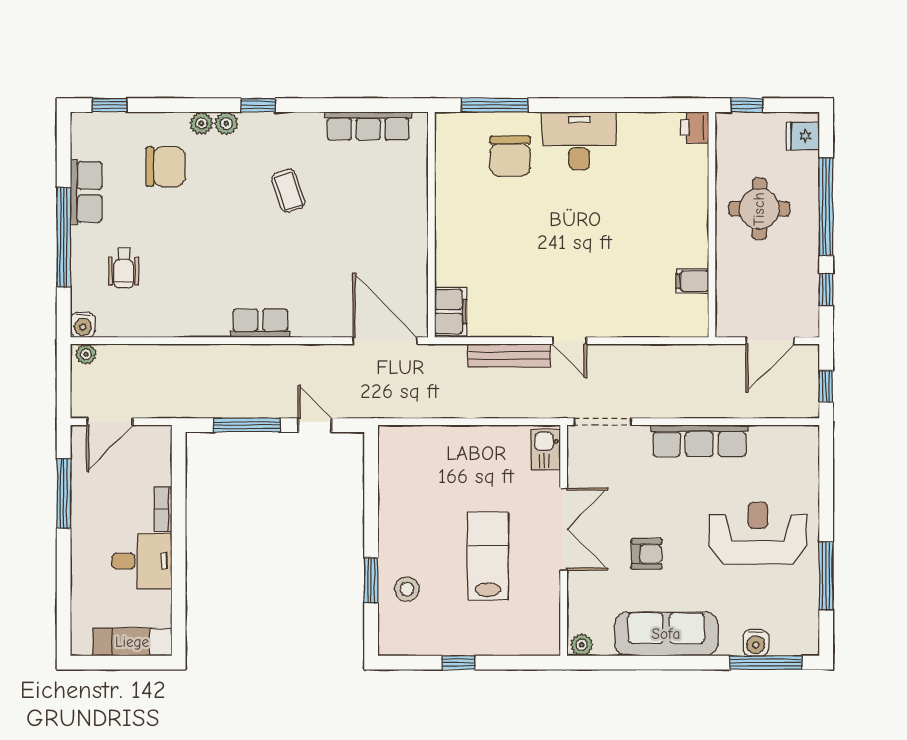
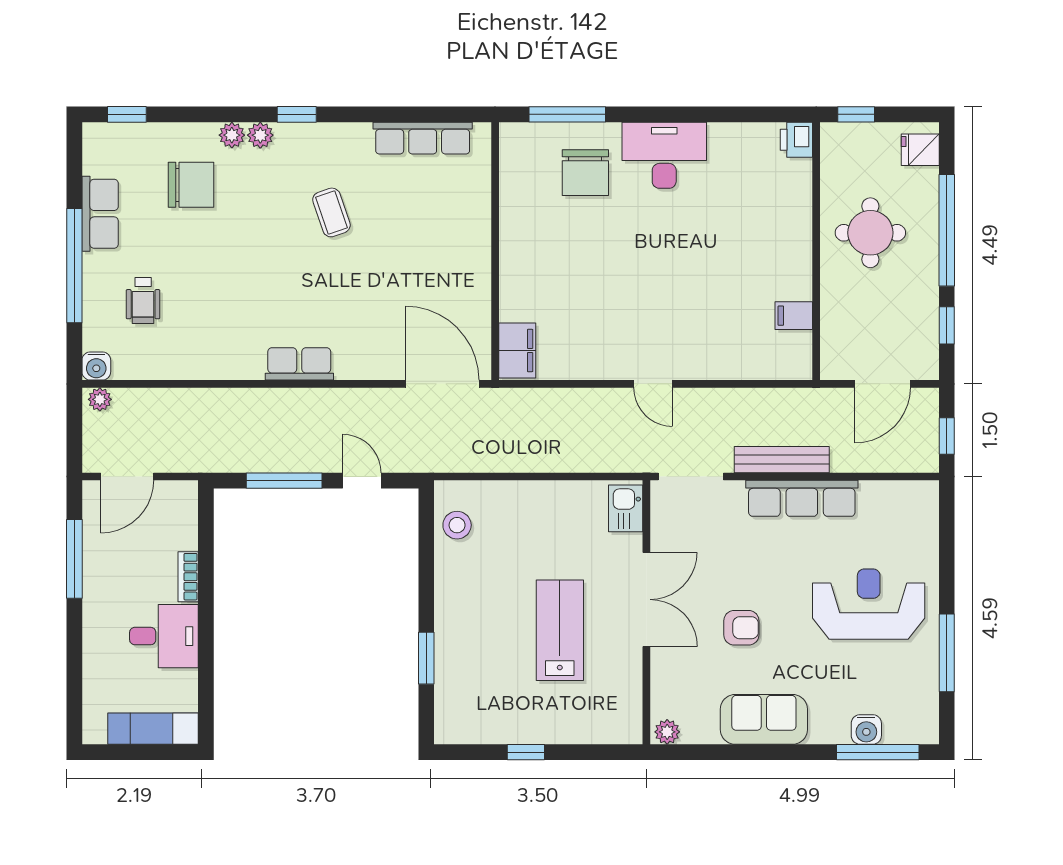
bench: (509, 356) -> (782, 460), moved
stool: (407, 589) -> (457, 525), moved
sofa: (666, 634) -> (764, 719), width x0.73

